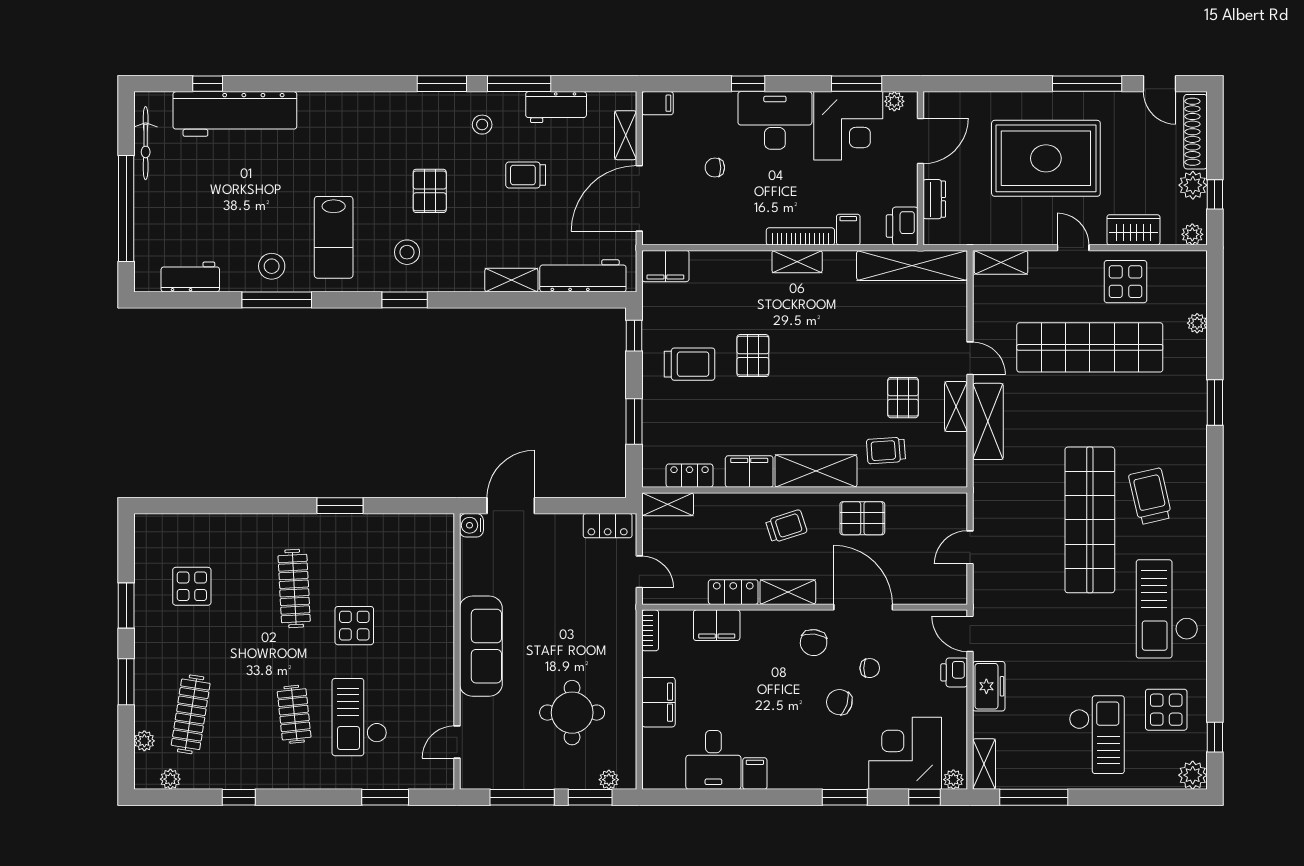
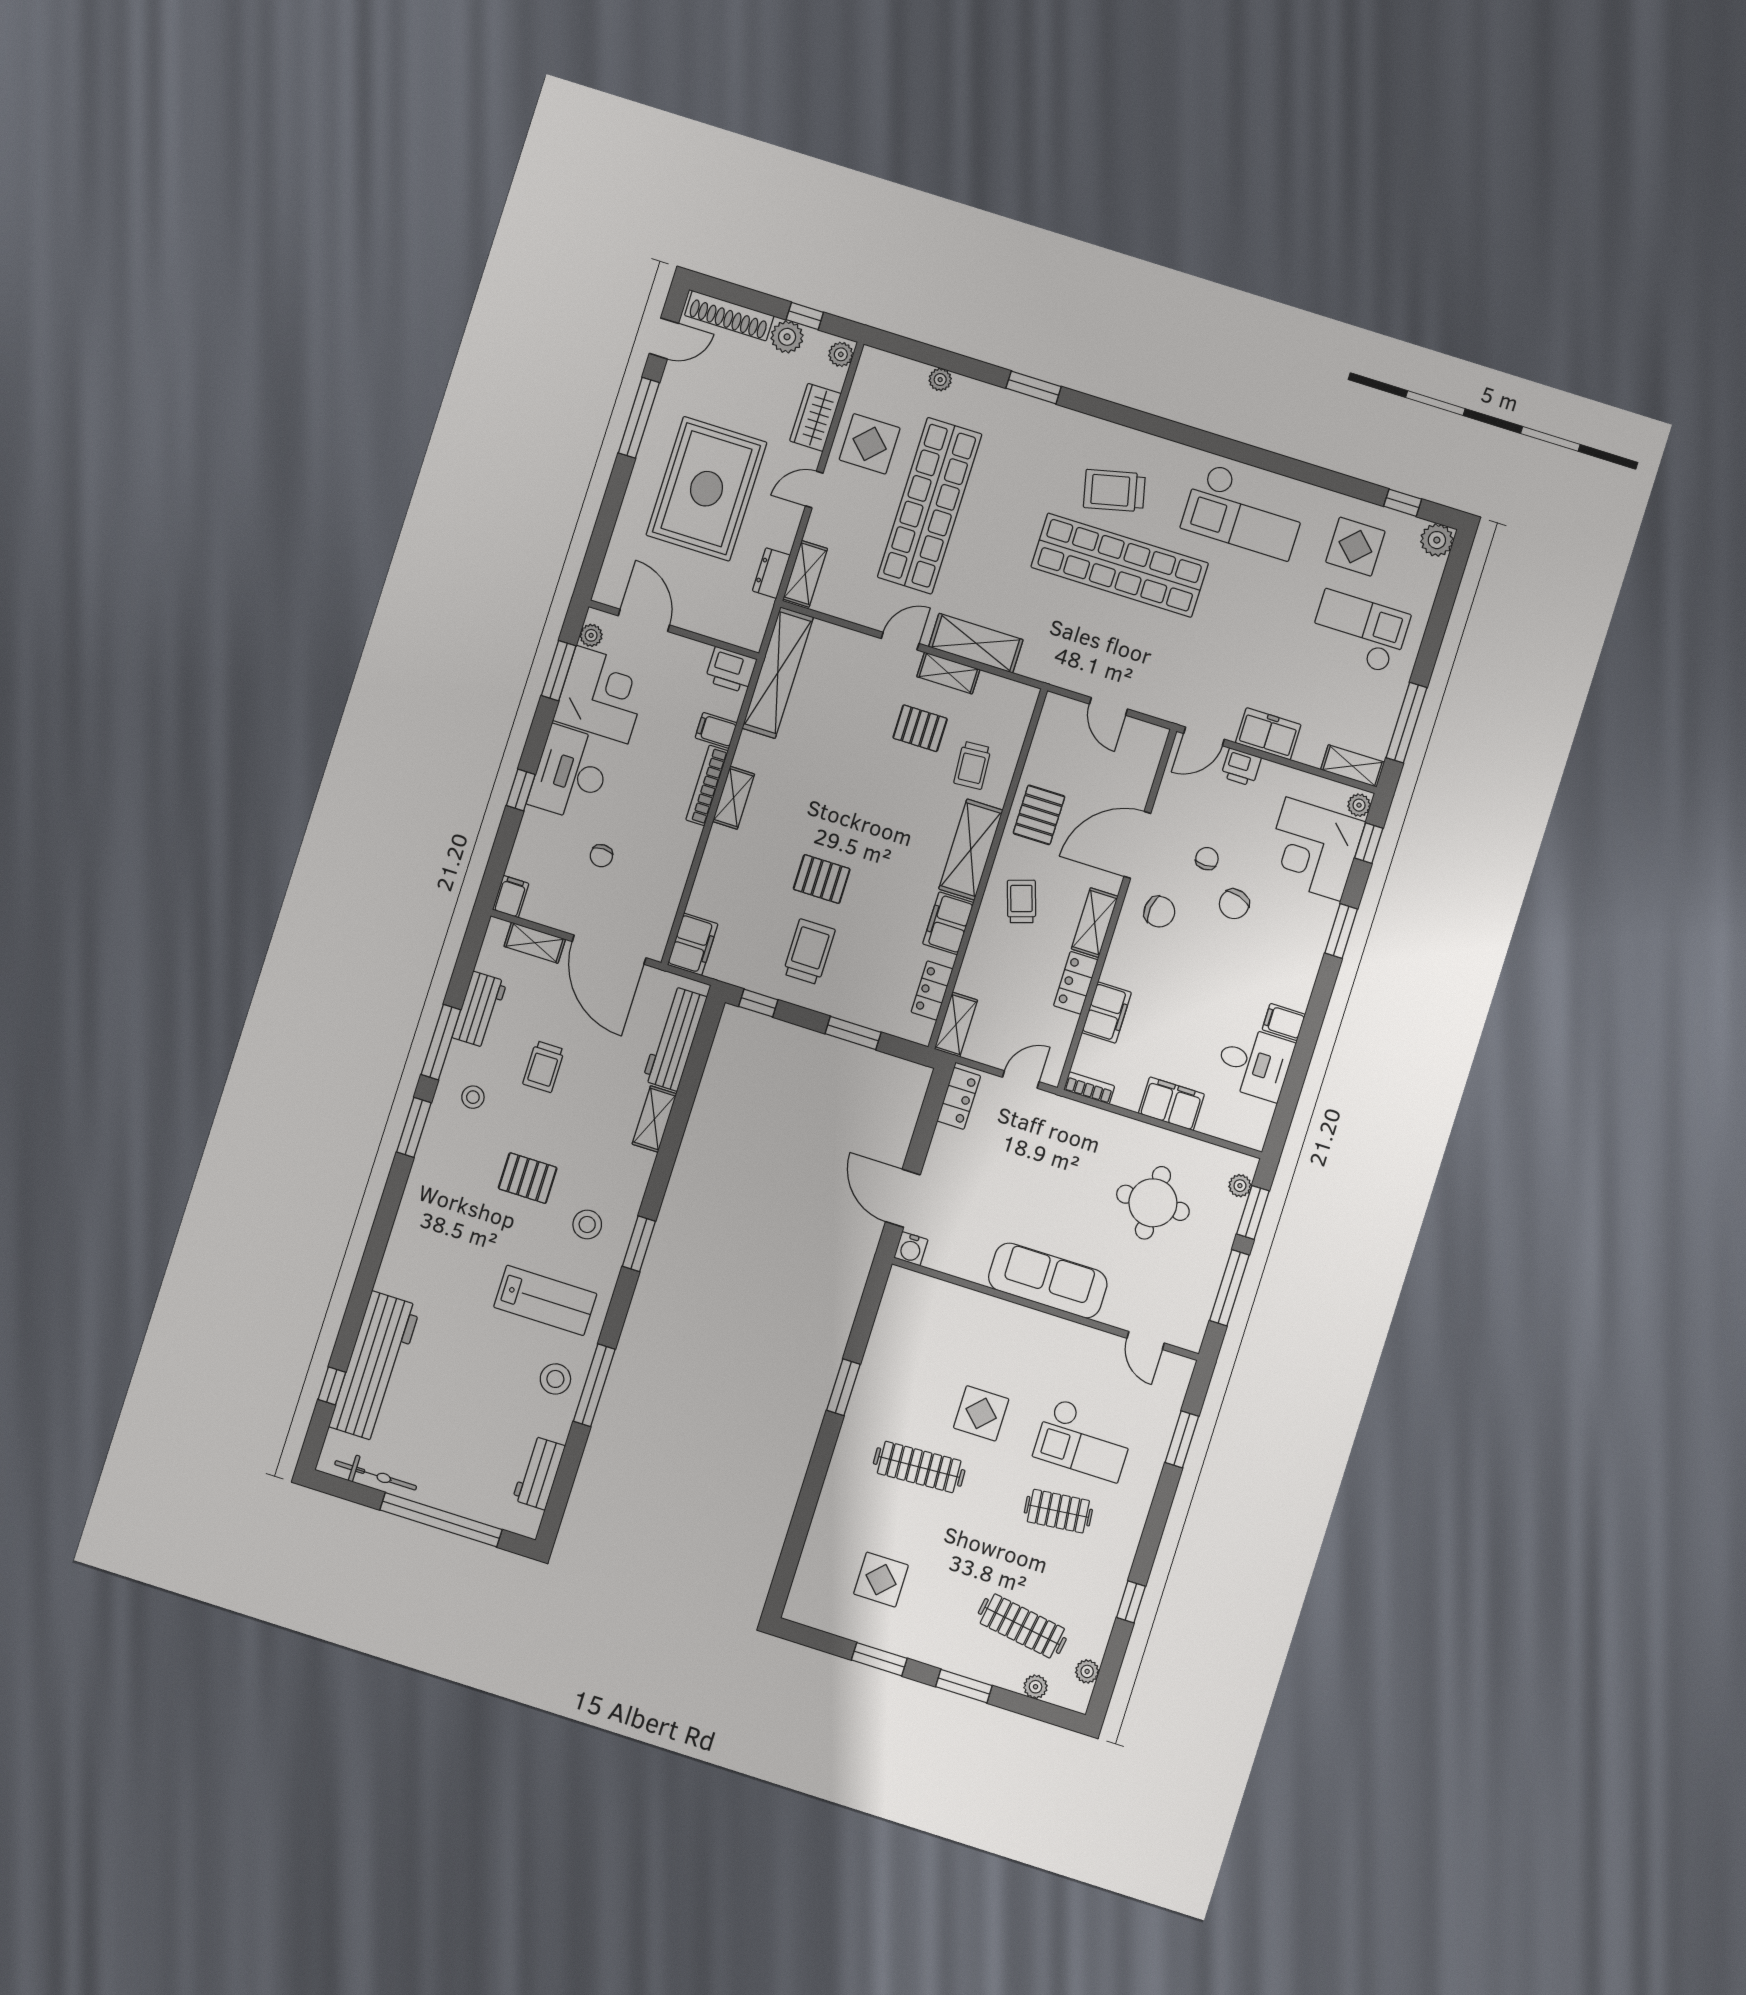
dresser: (934, 199) -> (771, 573), moved, turned -90

